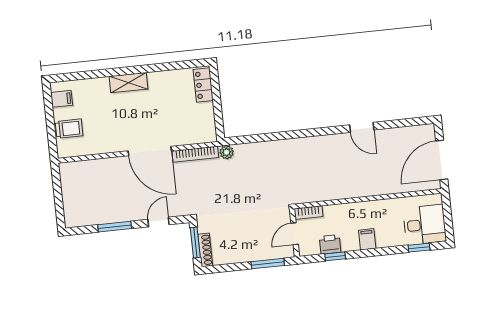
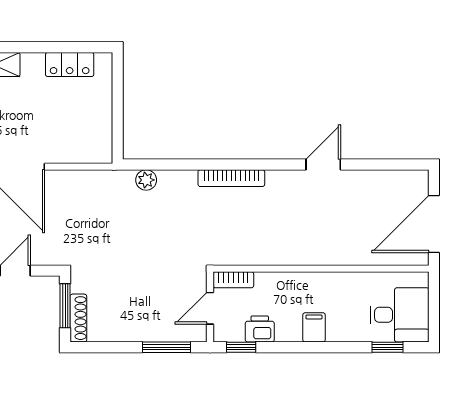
locker: (203, 85) -> (70, 65), moved, turned -90
door: (362, 127) -> (323, 165), swing flipped
plant: (227, 152) -> (146, 180), moved
bookcase: (195, 154) -> (231, 178), moved
window: (335, 256) -> (241, 347), moved

